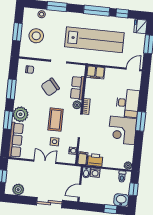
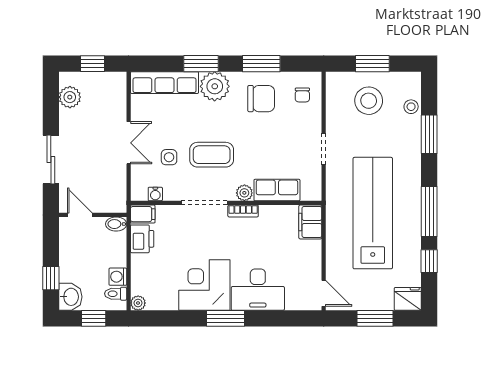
lab bench: (94, 40) -> (373, 213), turned 180
chair: (50, 87) -> (261, 99), moved, turned 131
washing machine: (95, 173) -> (118, 277), moved

